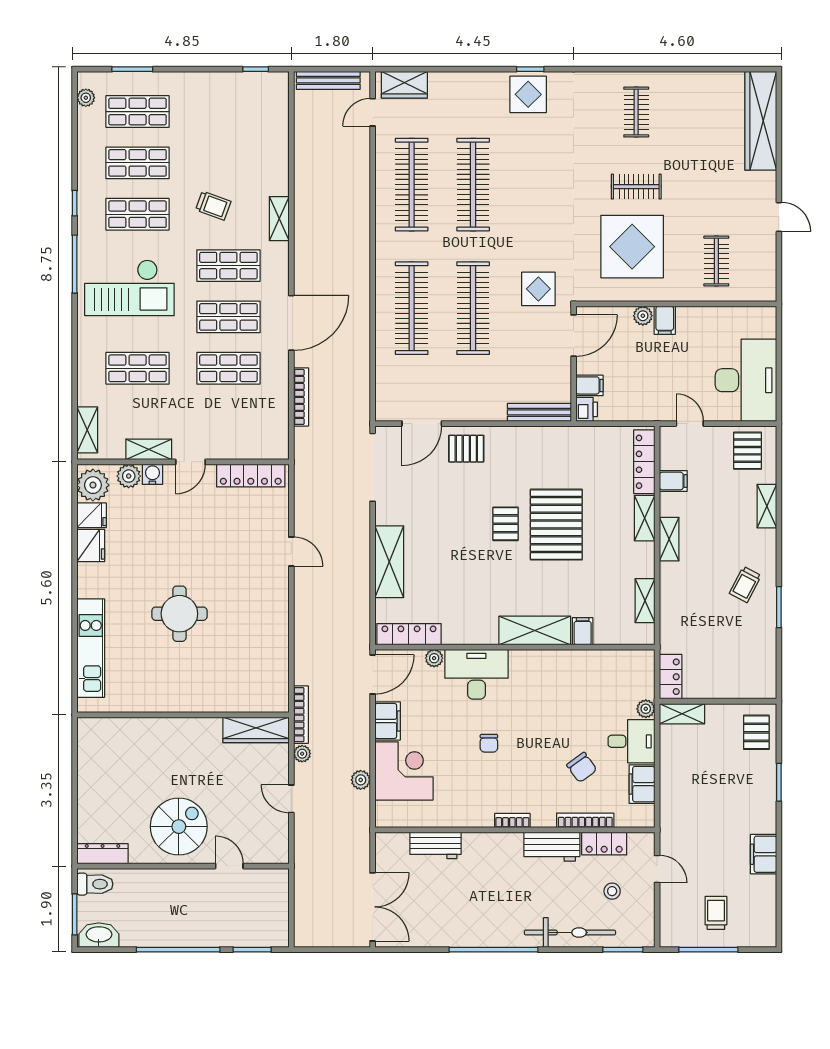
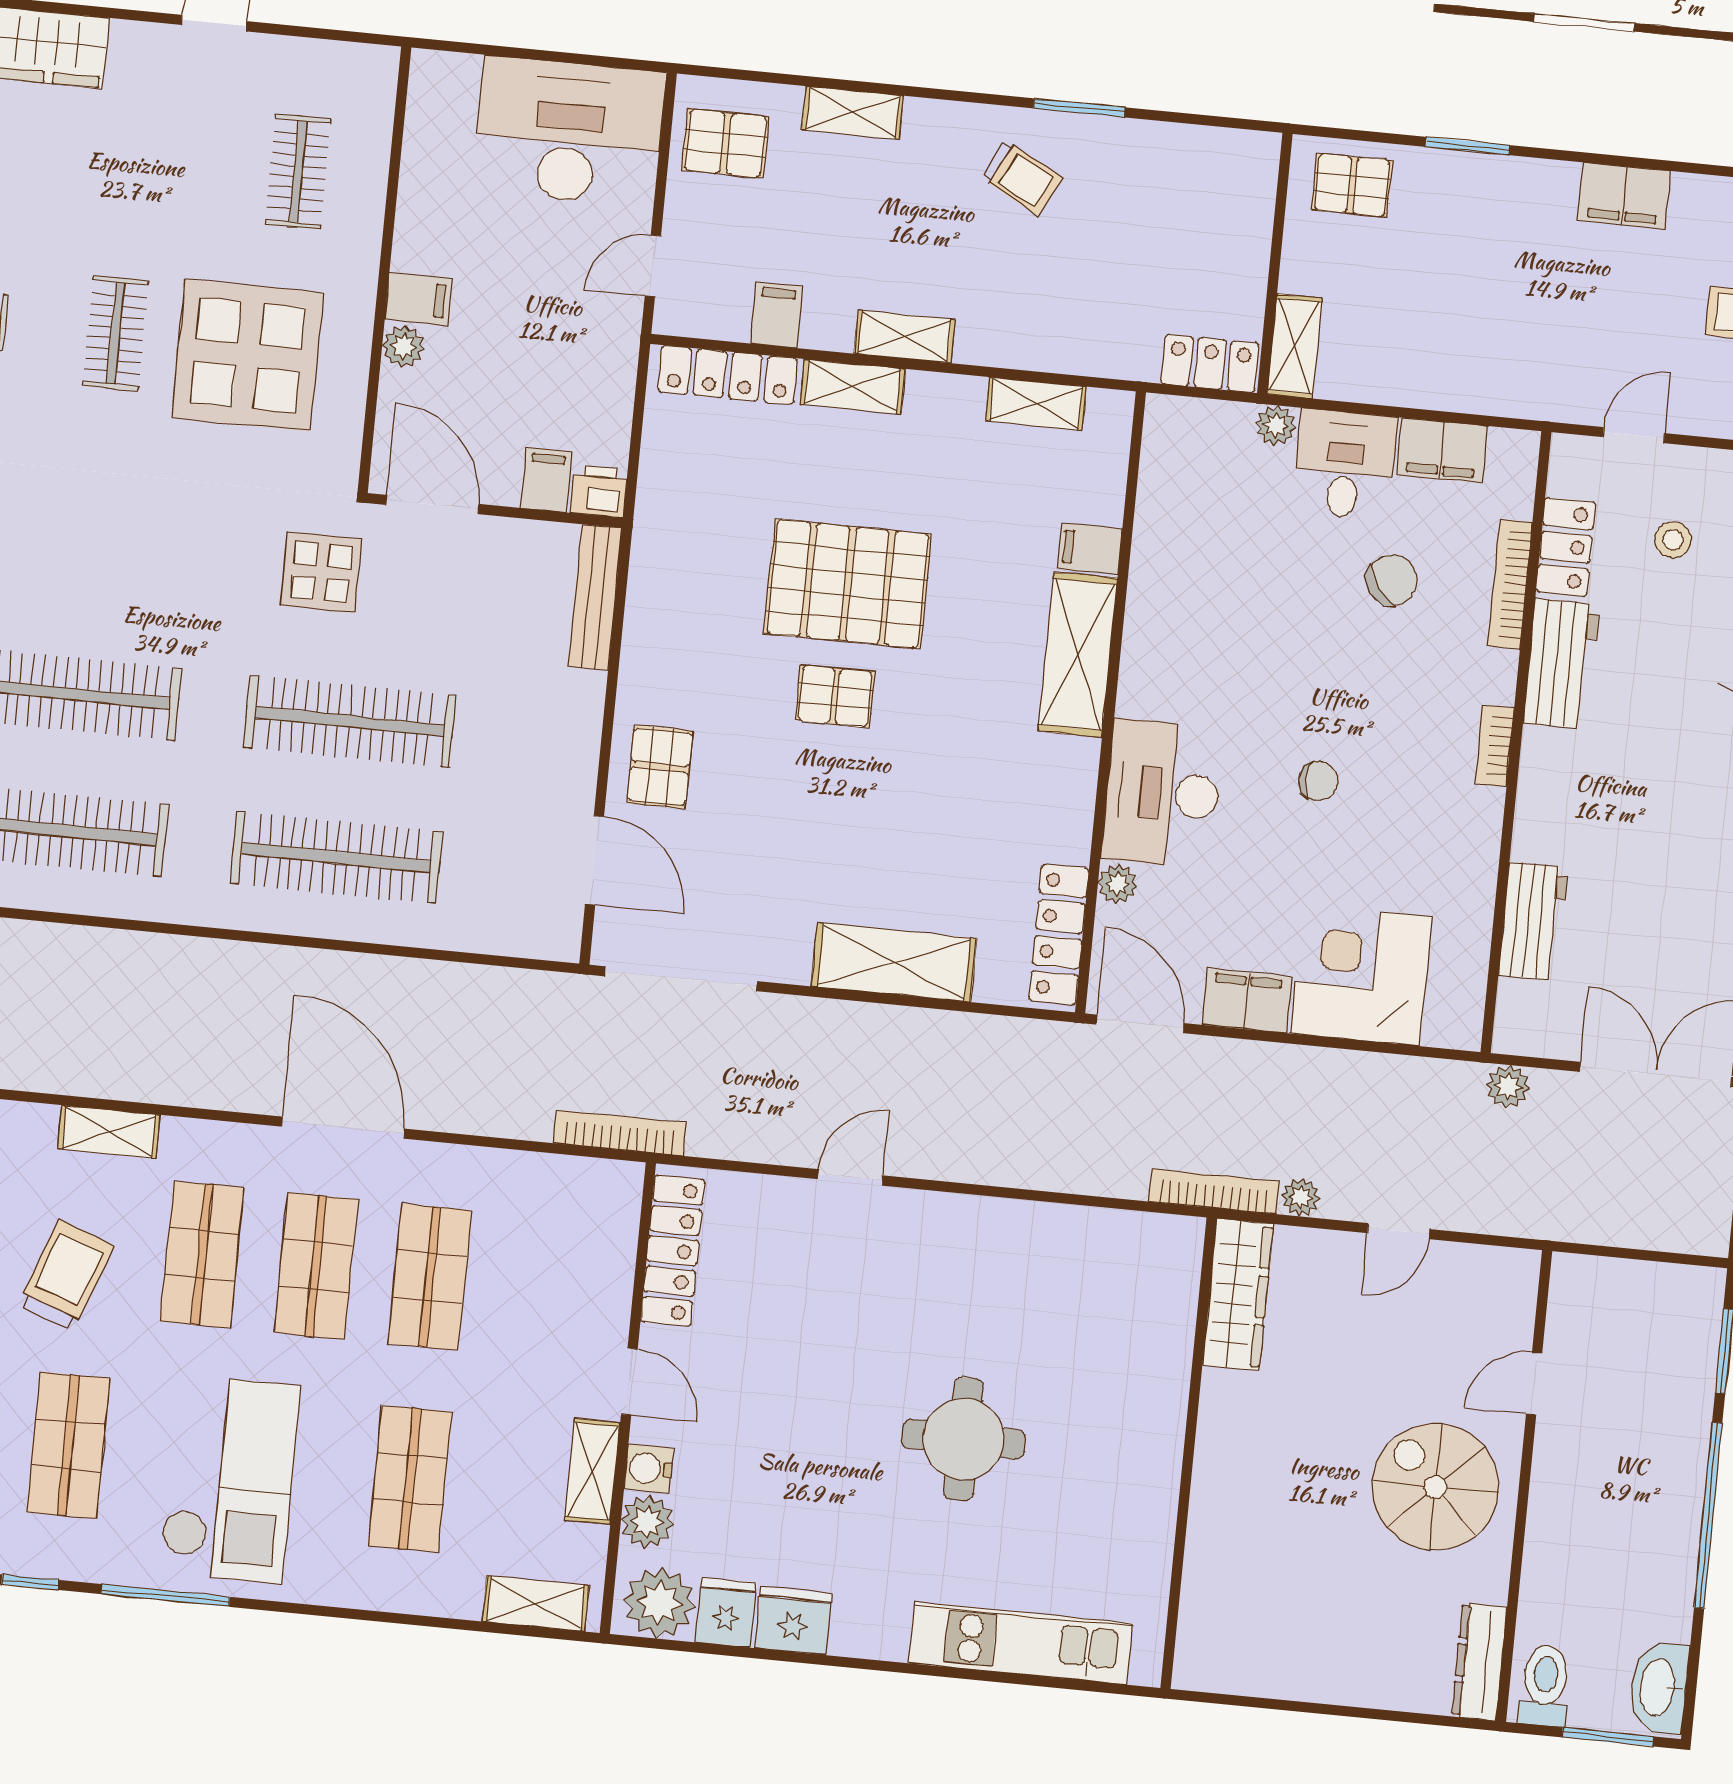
trolley: (213, 206) -> (66, 1275), width x1.36, depth x1.39
clothes rail: (716, 261) -> (298, 172), turned 90
bookcase: (301, 397) -> (620, 1133), moved
plant: (361, 780) -> (1508, 1086), moved

